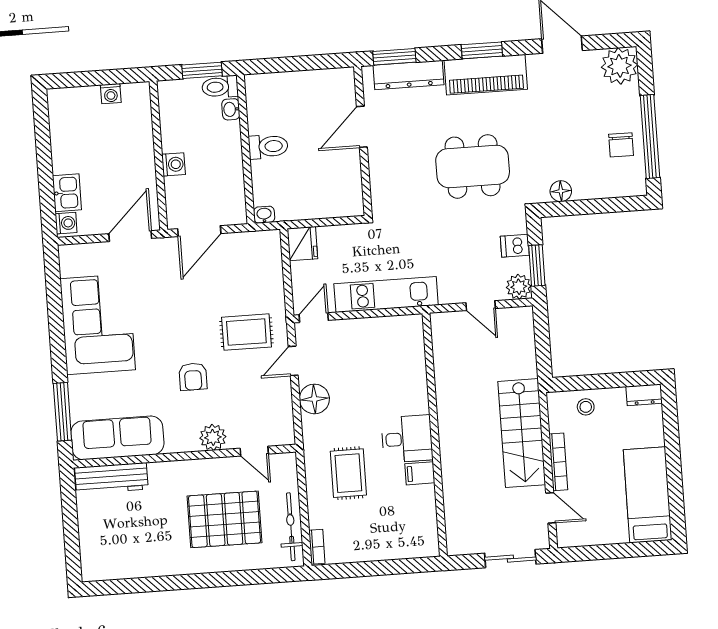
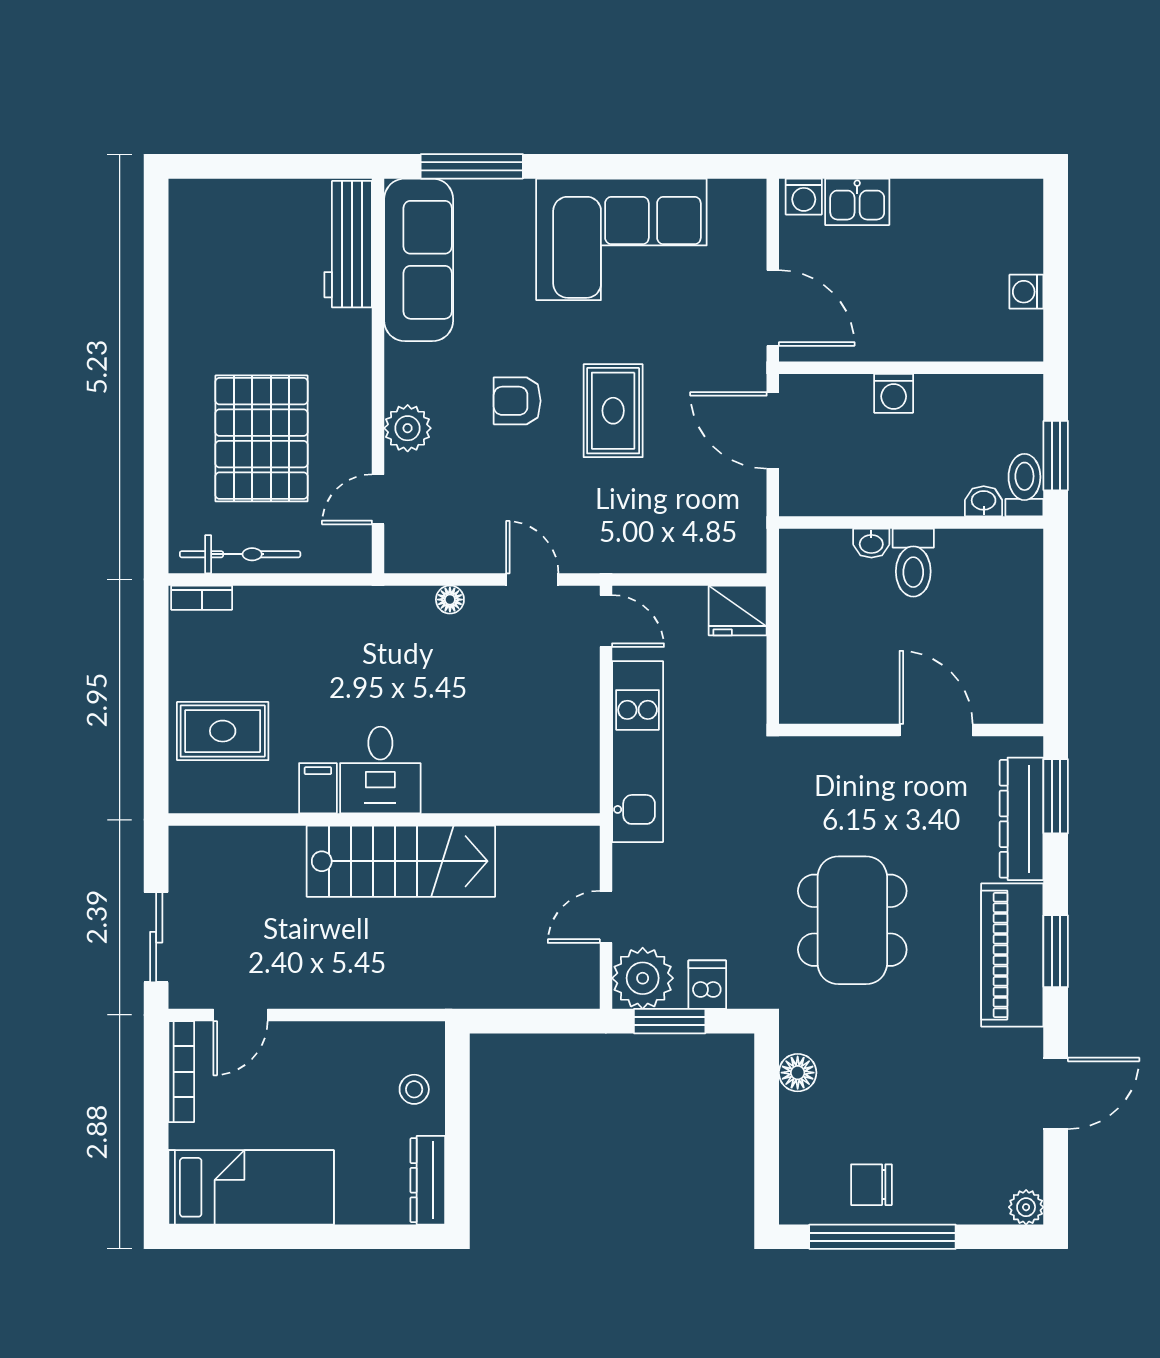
plant: (620, 66) -> (1026, 1207), width x0.53, depth x0.53
washbasin: (264, 215) -> (871, 543), moved, turned 90
plant: (519, 287) -> (643, 978), width x1.36, depth x1.36
rug: (246, 332) -> (613, 411), moved
dresser: (644, 395) -> (428, 1180), width x1.44
floor lamp: (314, 399) -> (450, 600), width x0.53, depth x0.53
stairs: (522, 433) -> (401, 861), moved, turned 180
bookcase: (558, 462) -> (181, 1072), moved, turned -90
rug: (348, 473) -> (223, 731), moved

